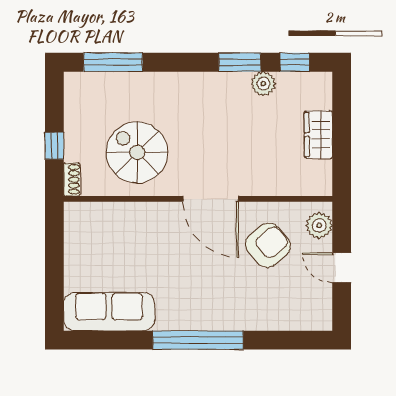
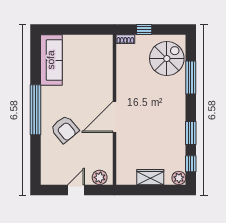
window: (113, 62) -> (191, 77), moved
plant: (263, 84) -> (179, 178), moved
spiral stairs: (137, 152) -> (167, 59), moved
armchair: (268, 245) -> (65, 129), moved

